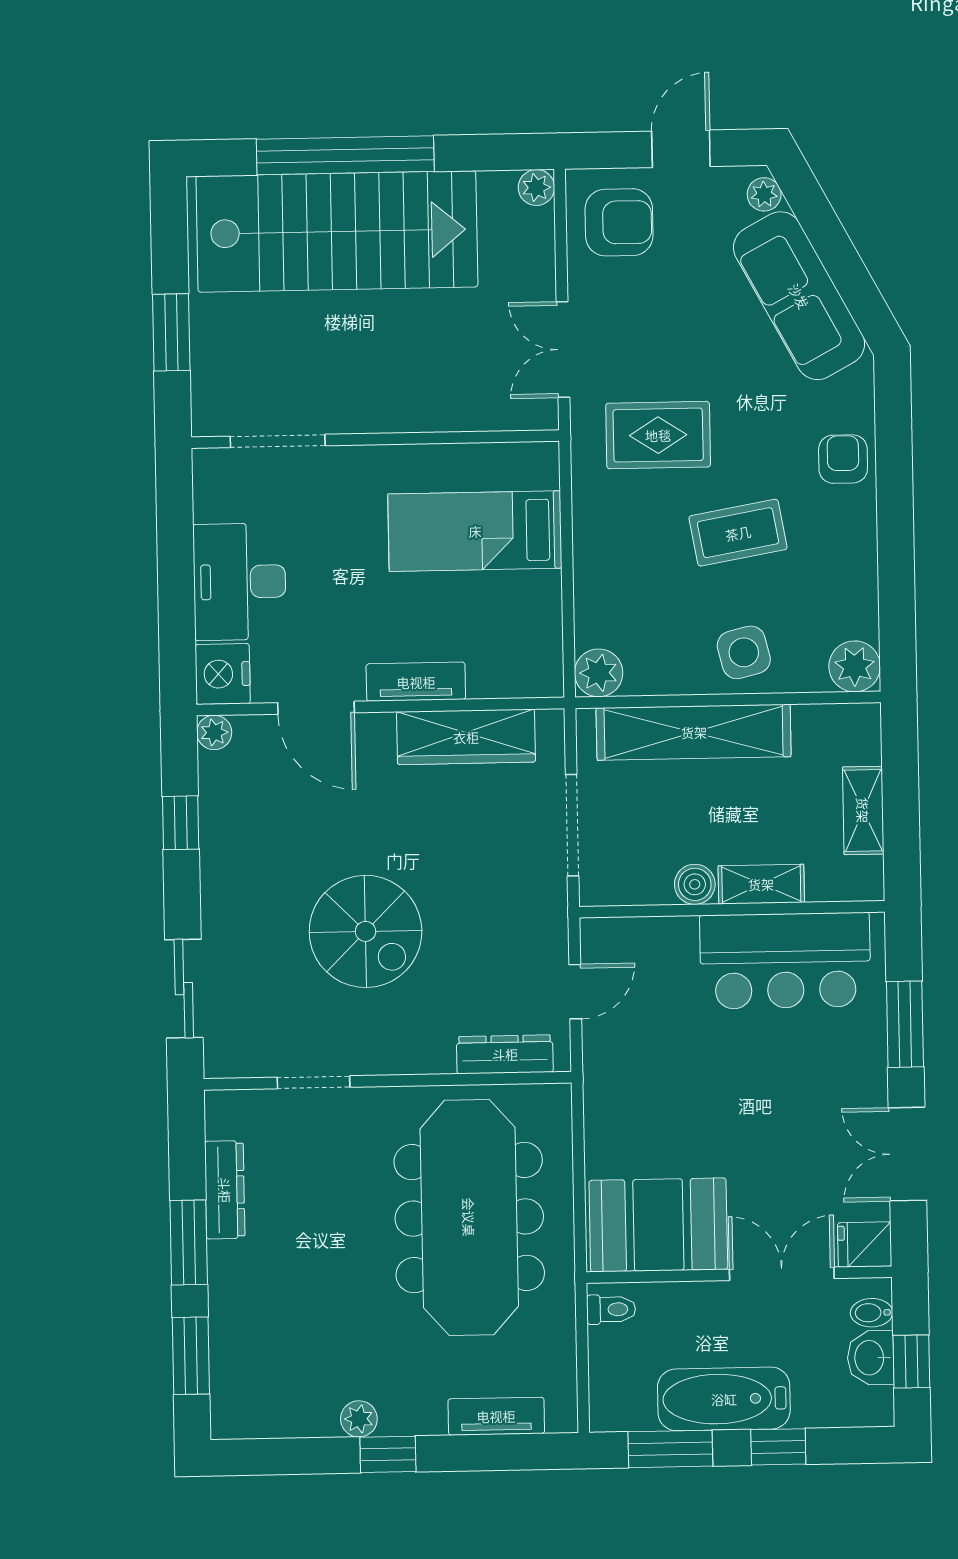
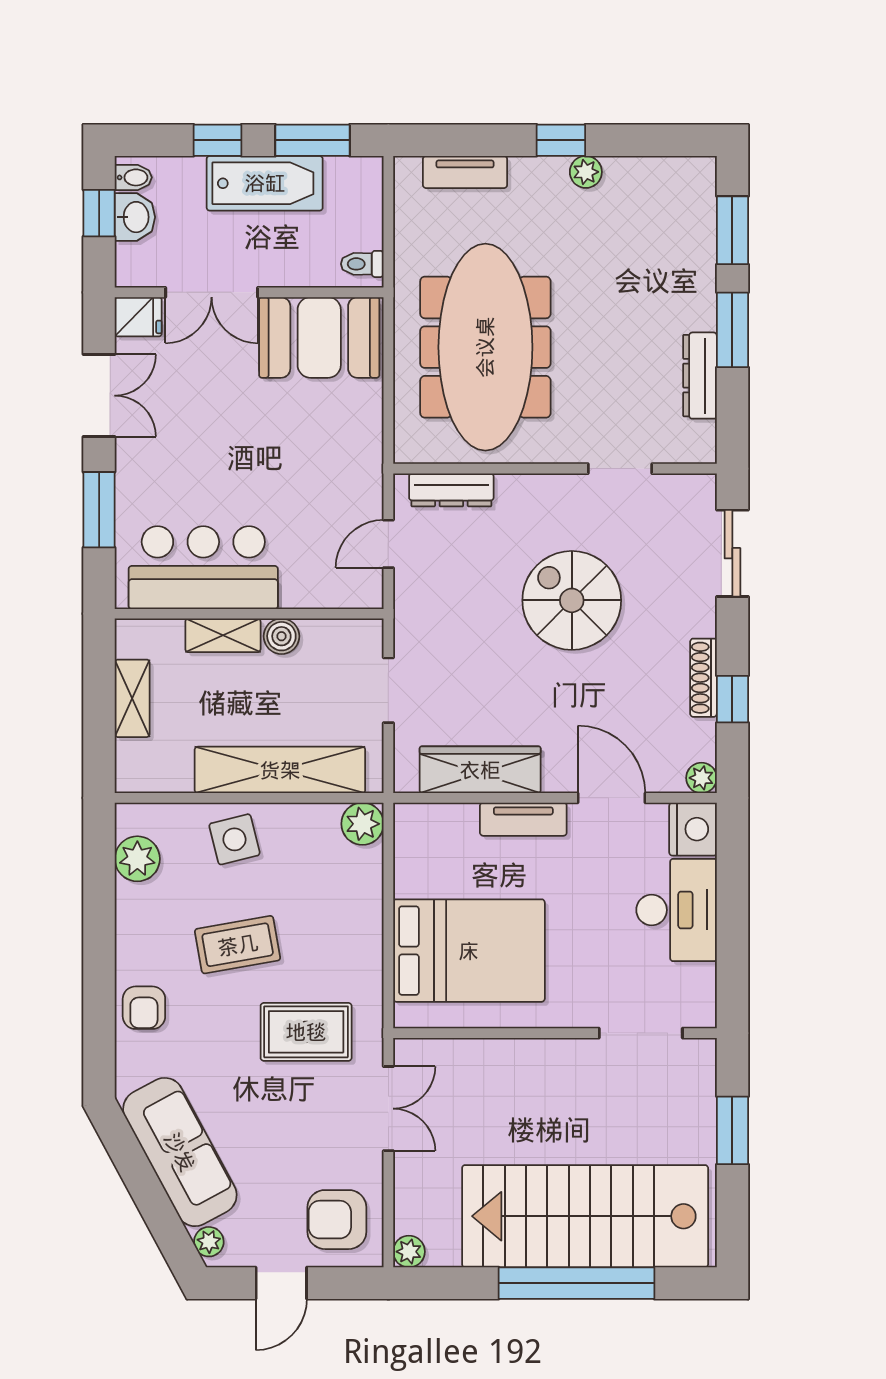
bed: (475, 531) -> (469, 951), width x1.50
plant: (855, 666) -> (137, 859), moved
doorway: (572, 825) -> (388, 690), width x0.73
shoe rack: (214, 846) -> (703, 678), added
bidet: (872, 1313) -> (133, 177), moved

